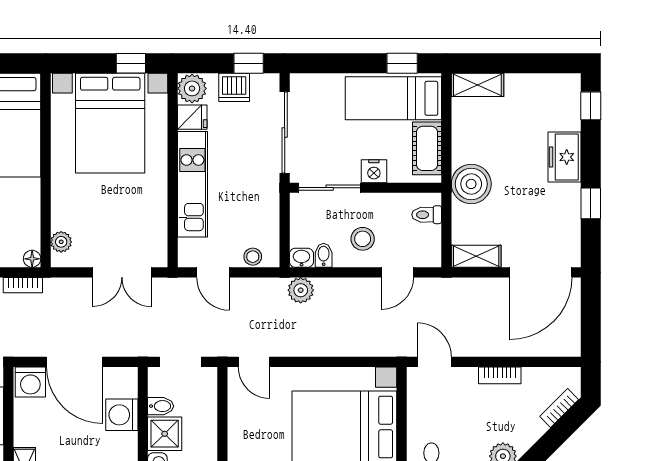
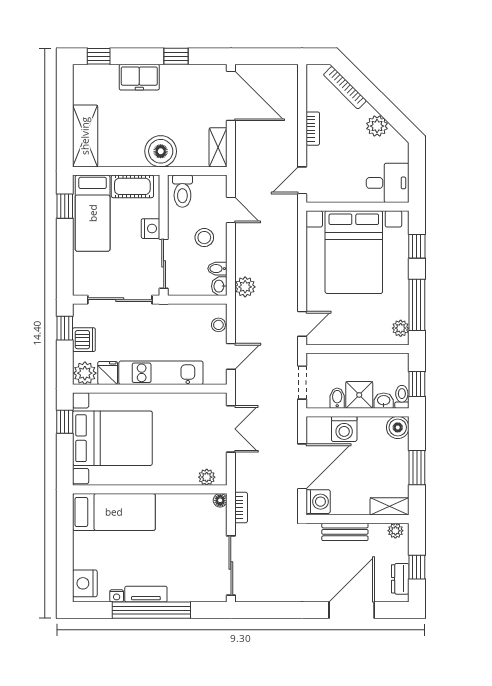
shelving: (477, 85) -> (85, 136), width x1.50, depth x1.33
toilet: (427, 215) -> (182, 191), width x1.37, depth x1.39
bookcase: (559, 408) -> (345, 88), width x1.56

